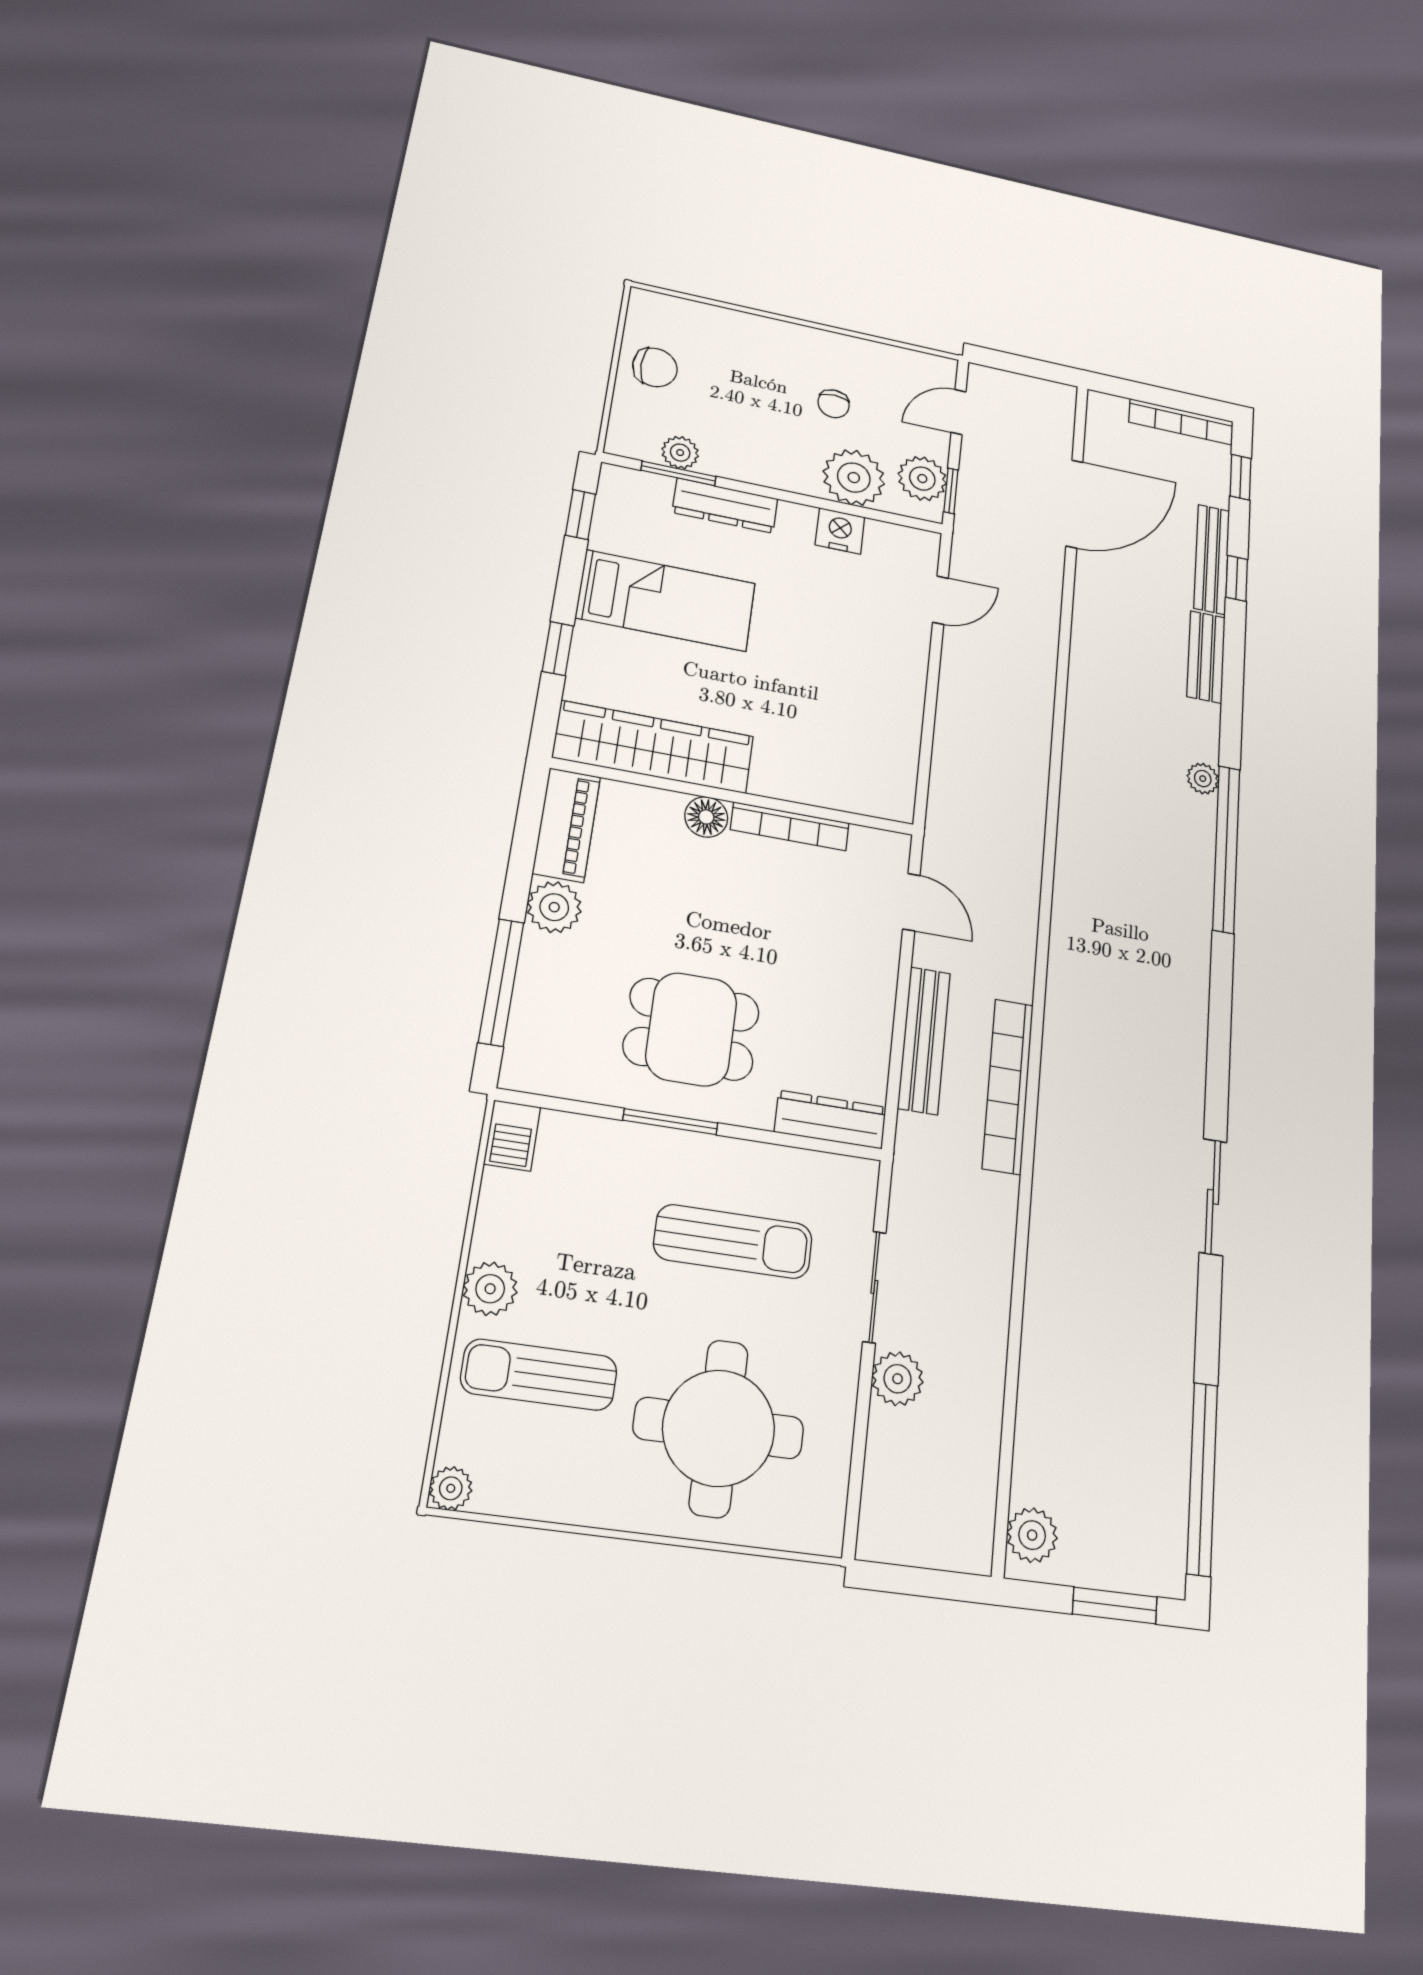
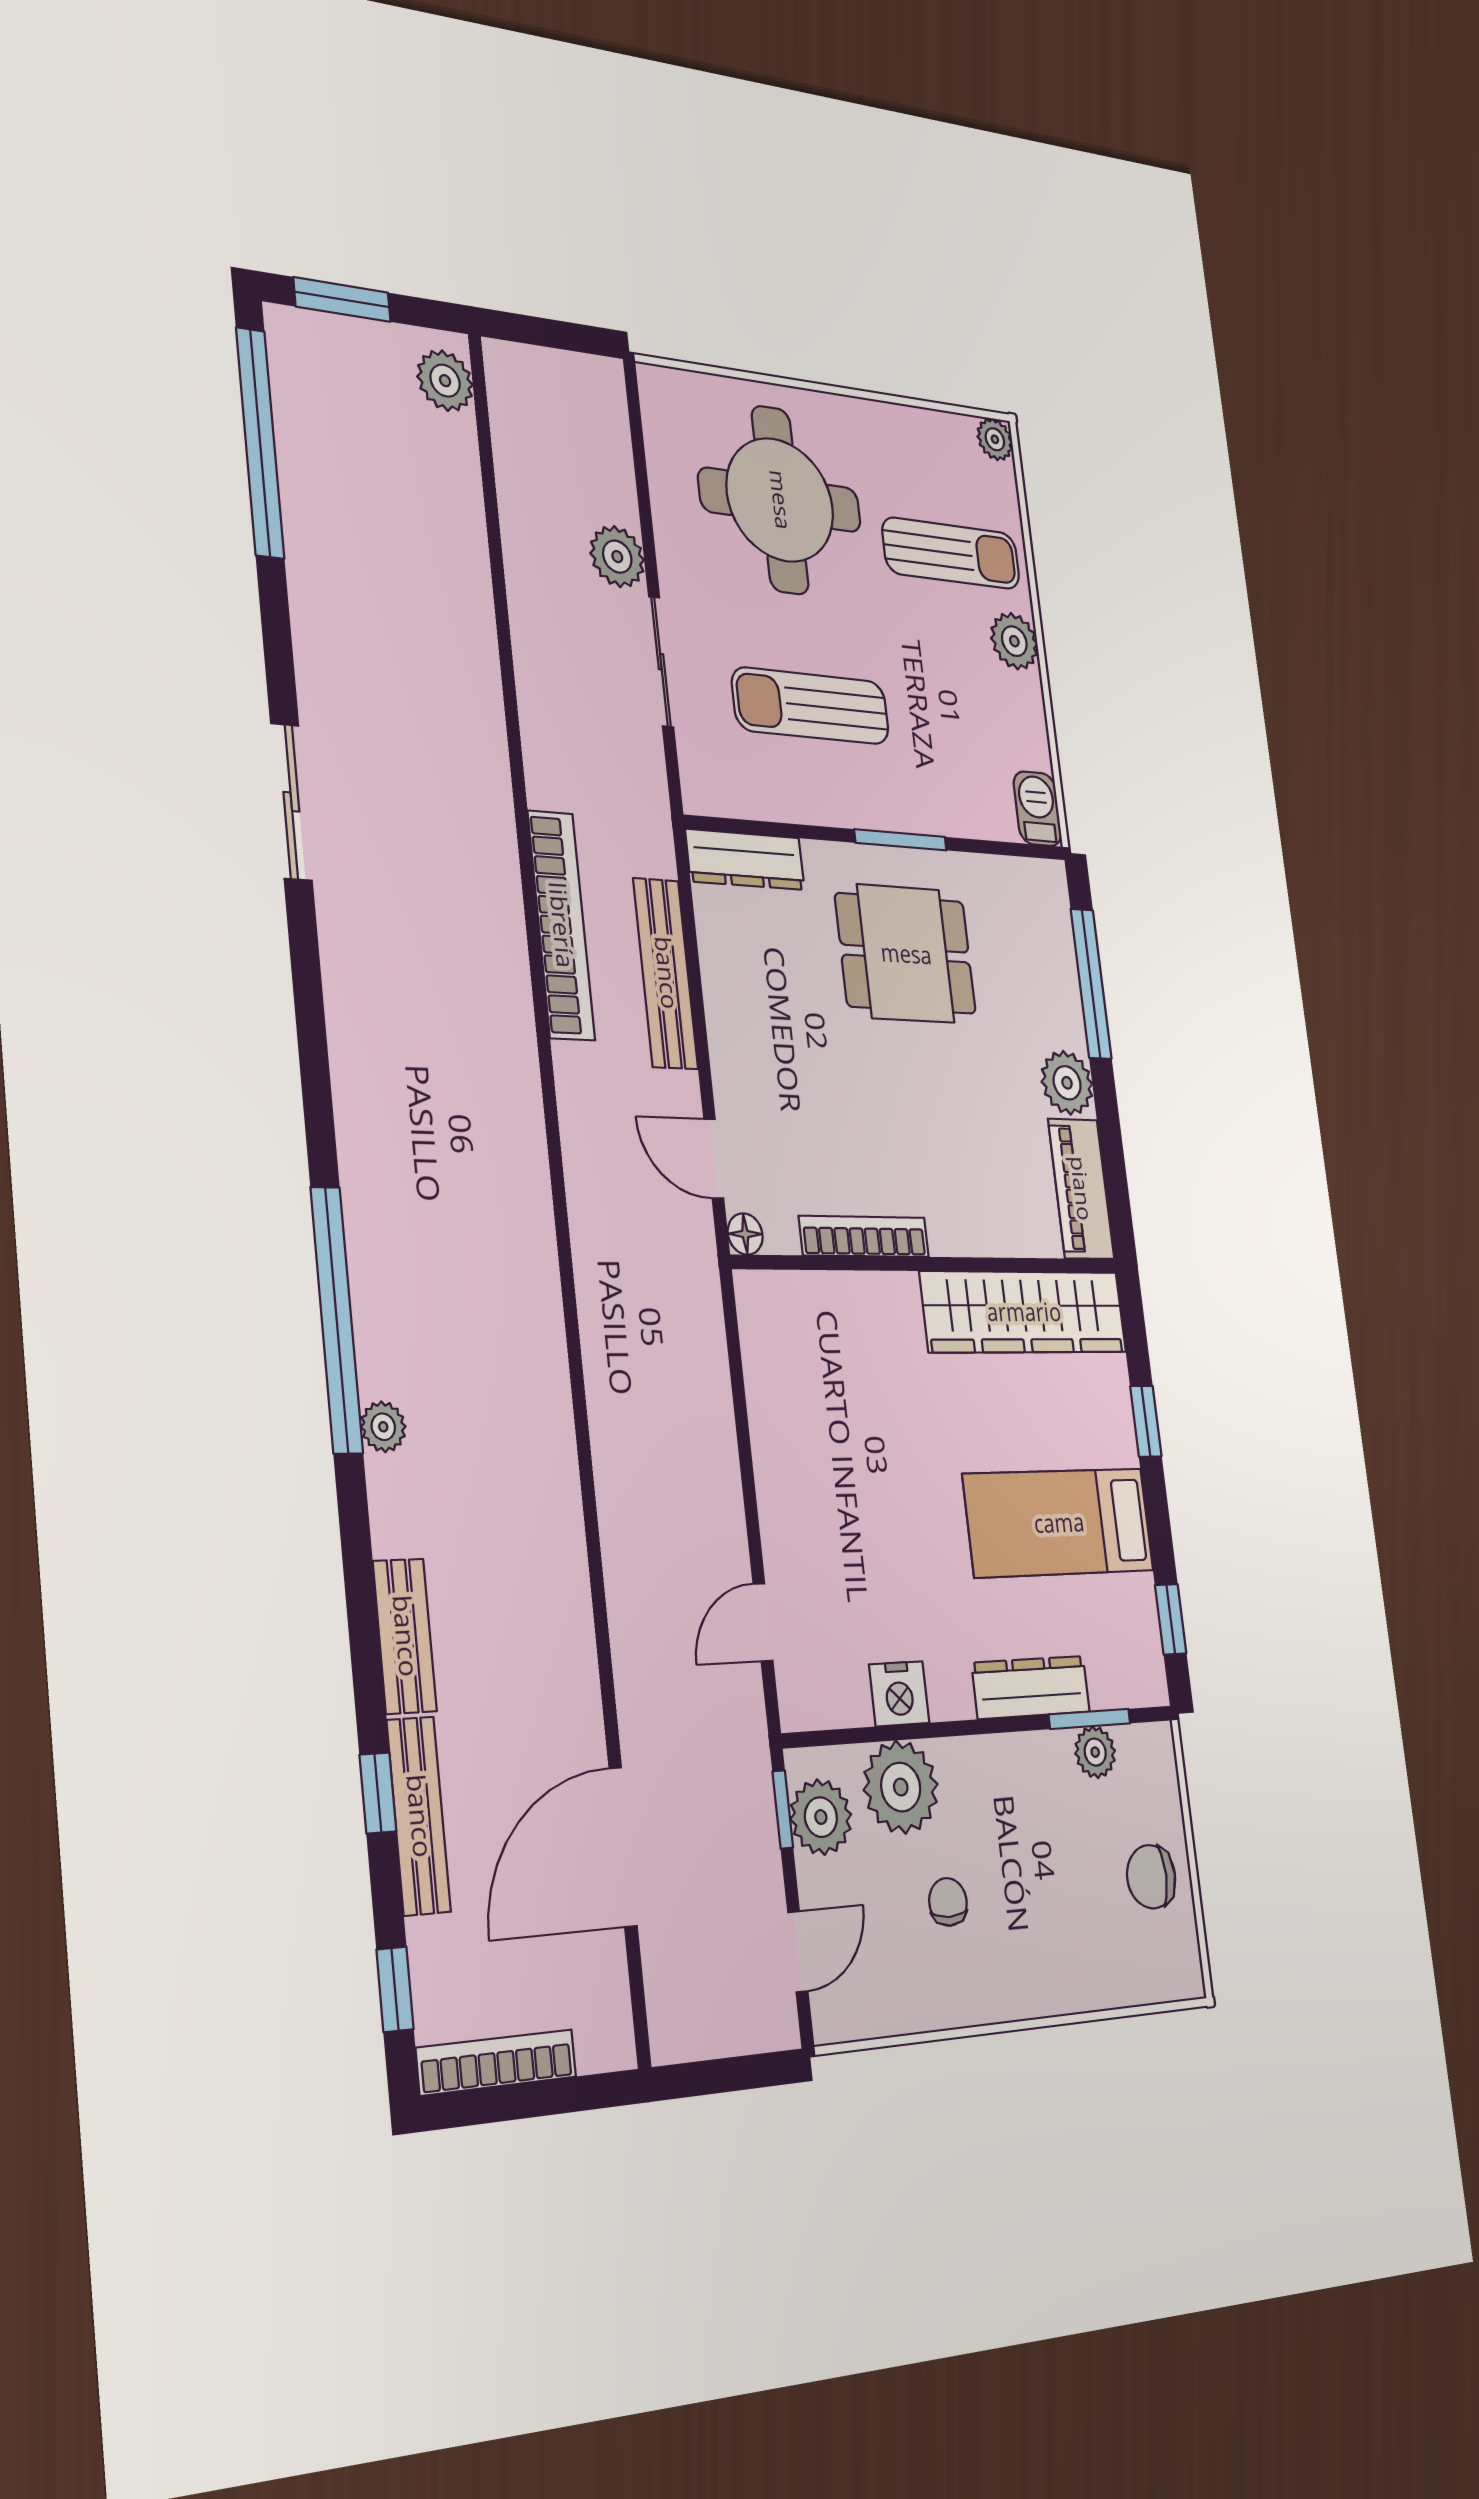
floor lamp: (706, 817) -> (745, 1234), moved, width x0.73, depth x0.73

